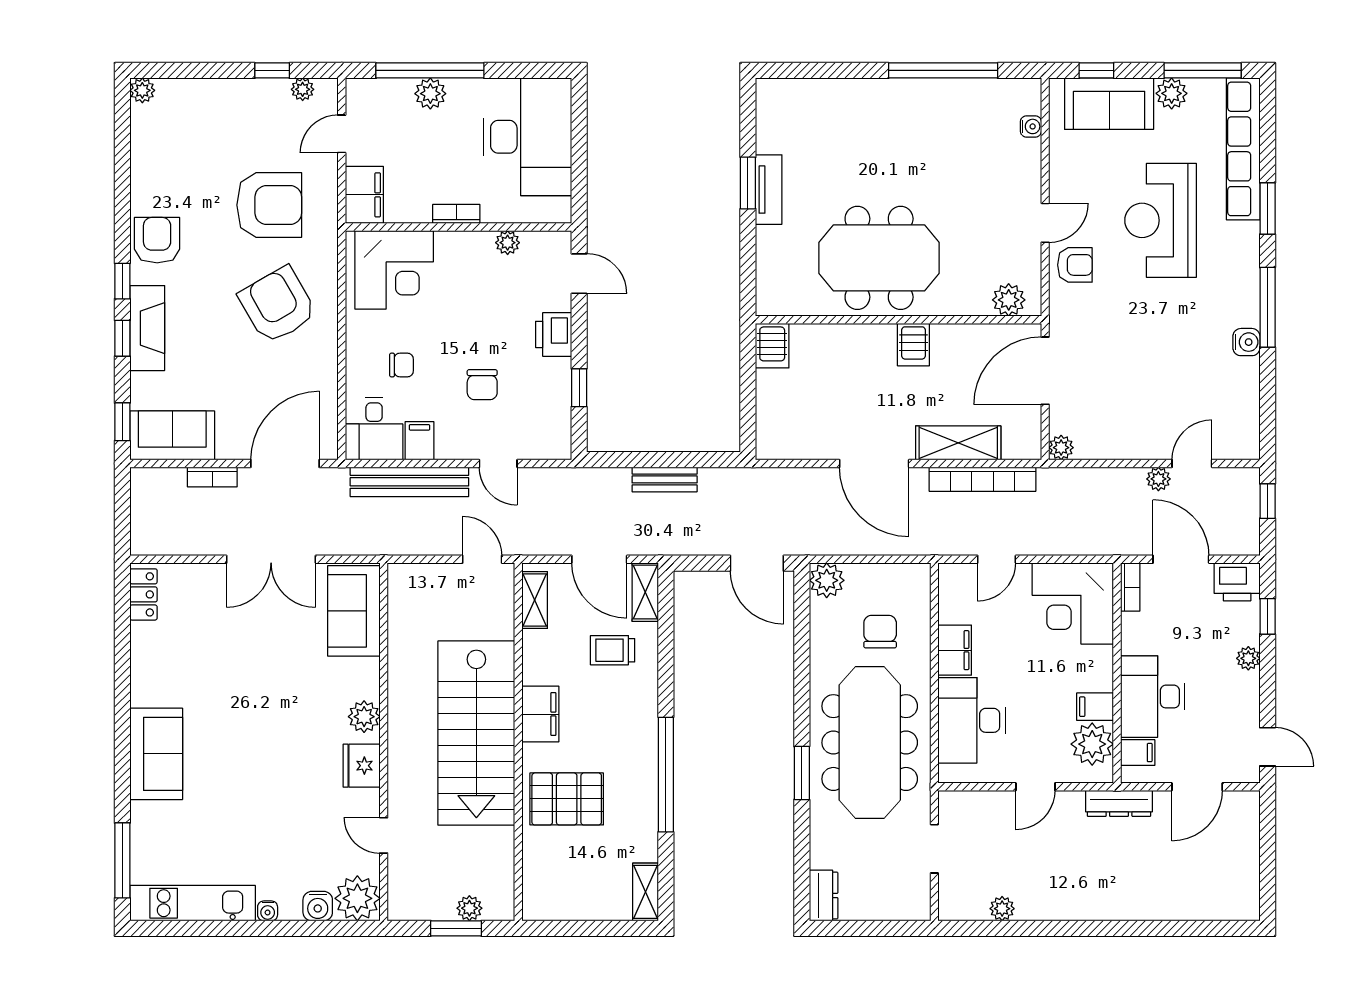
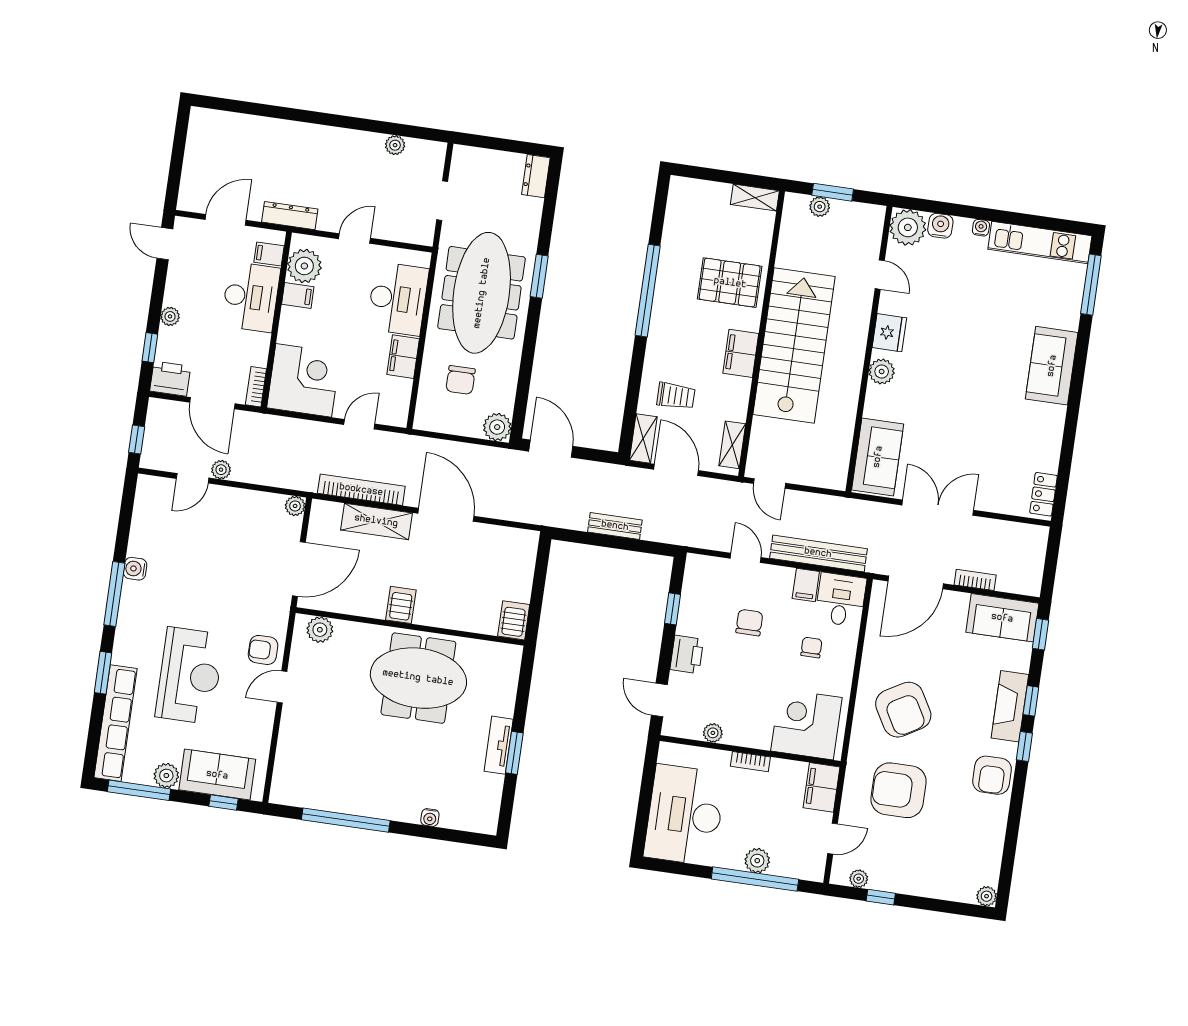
water cooler: (1031, 126) -> (430, 817), moved, turned -90
chair: (402, 365) -> (811, 648), turned 90
shelving: (645, 892) -> (755, 198), moved, turned 90

